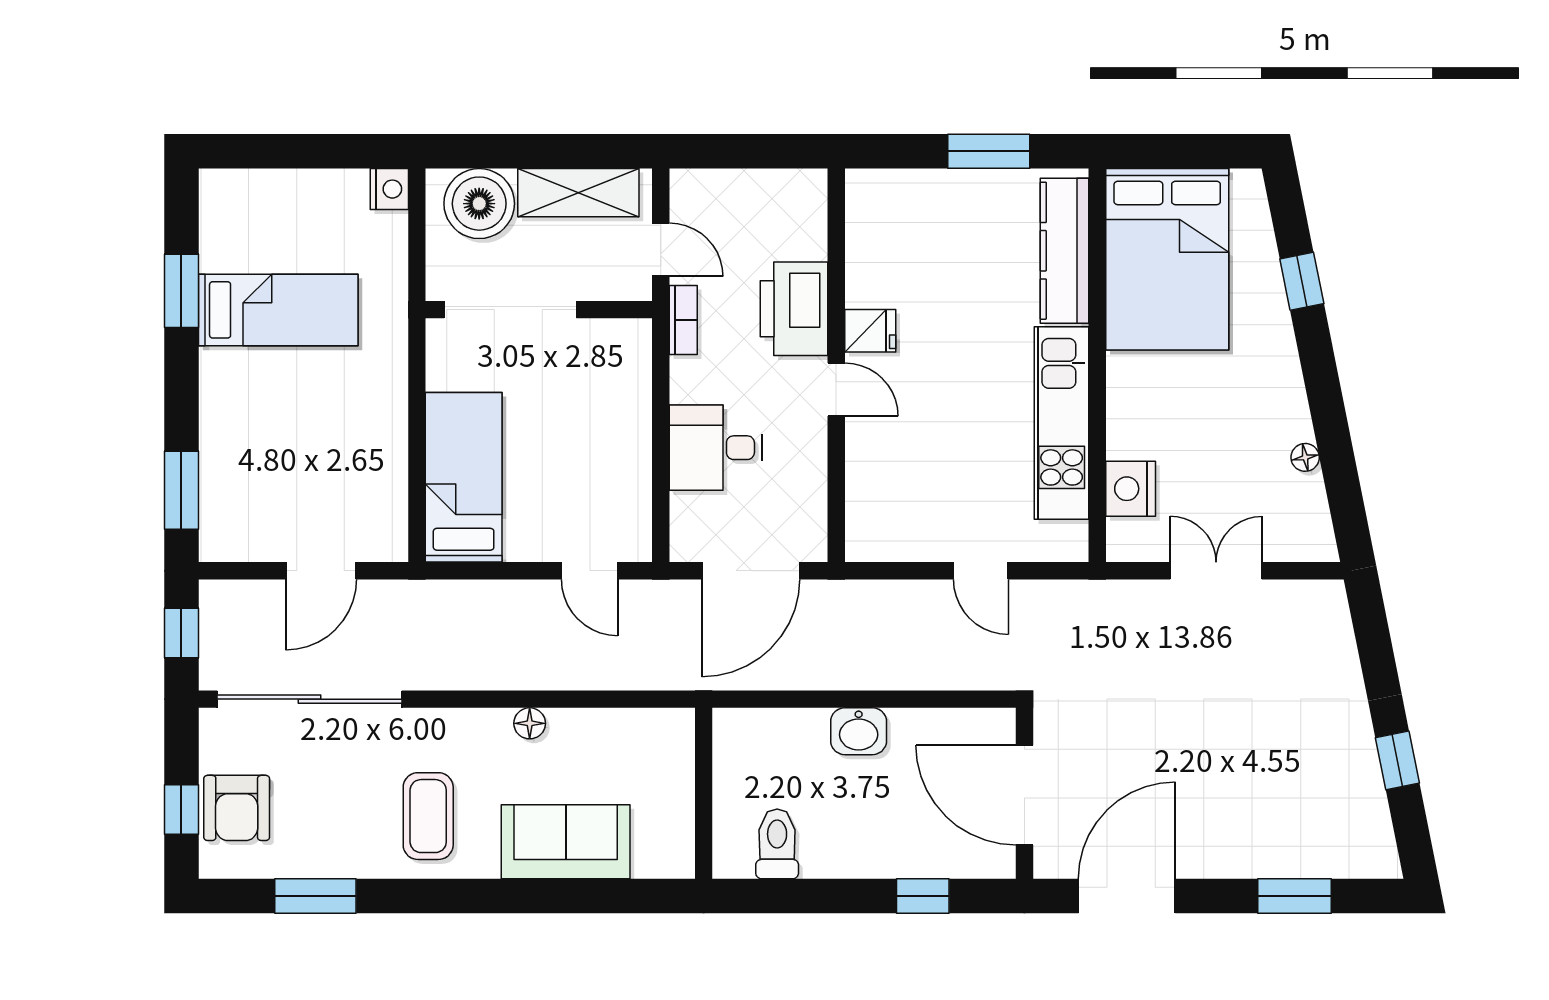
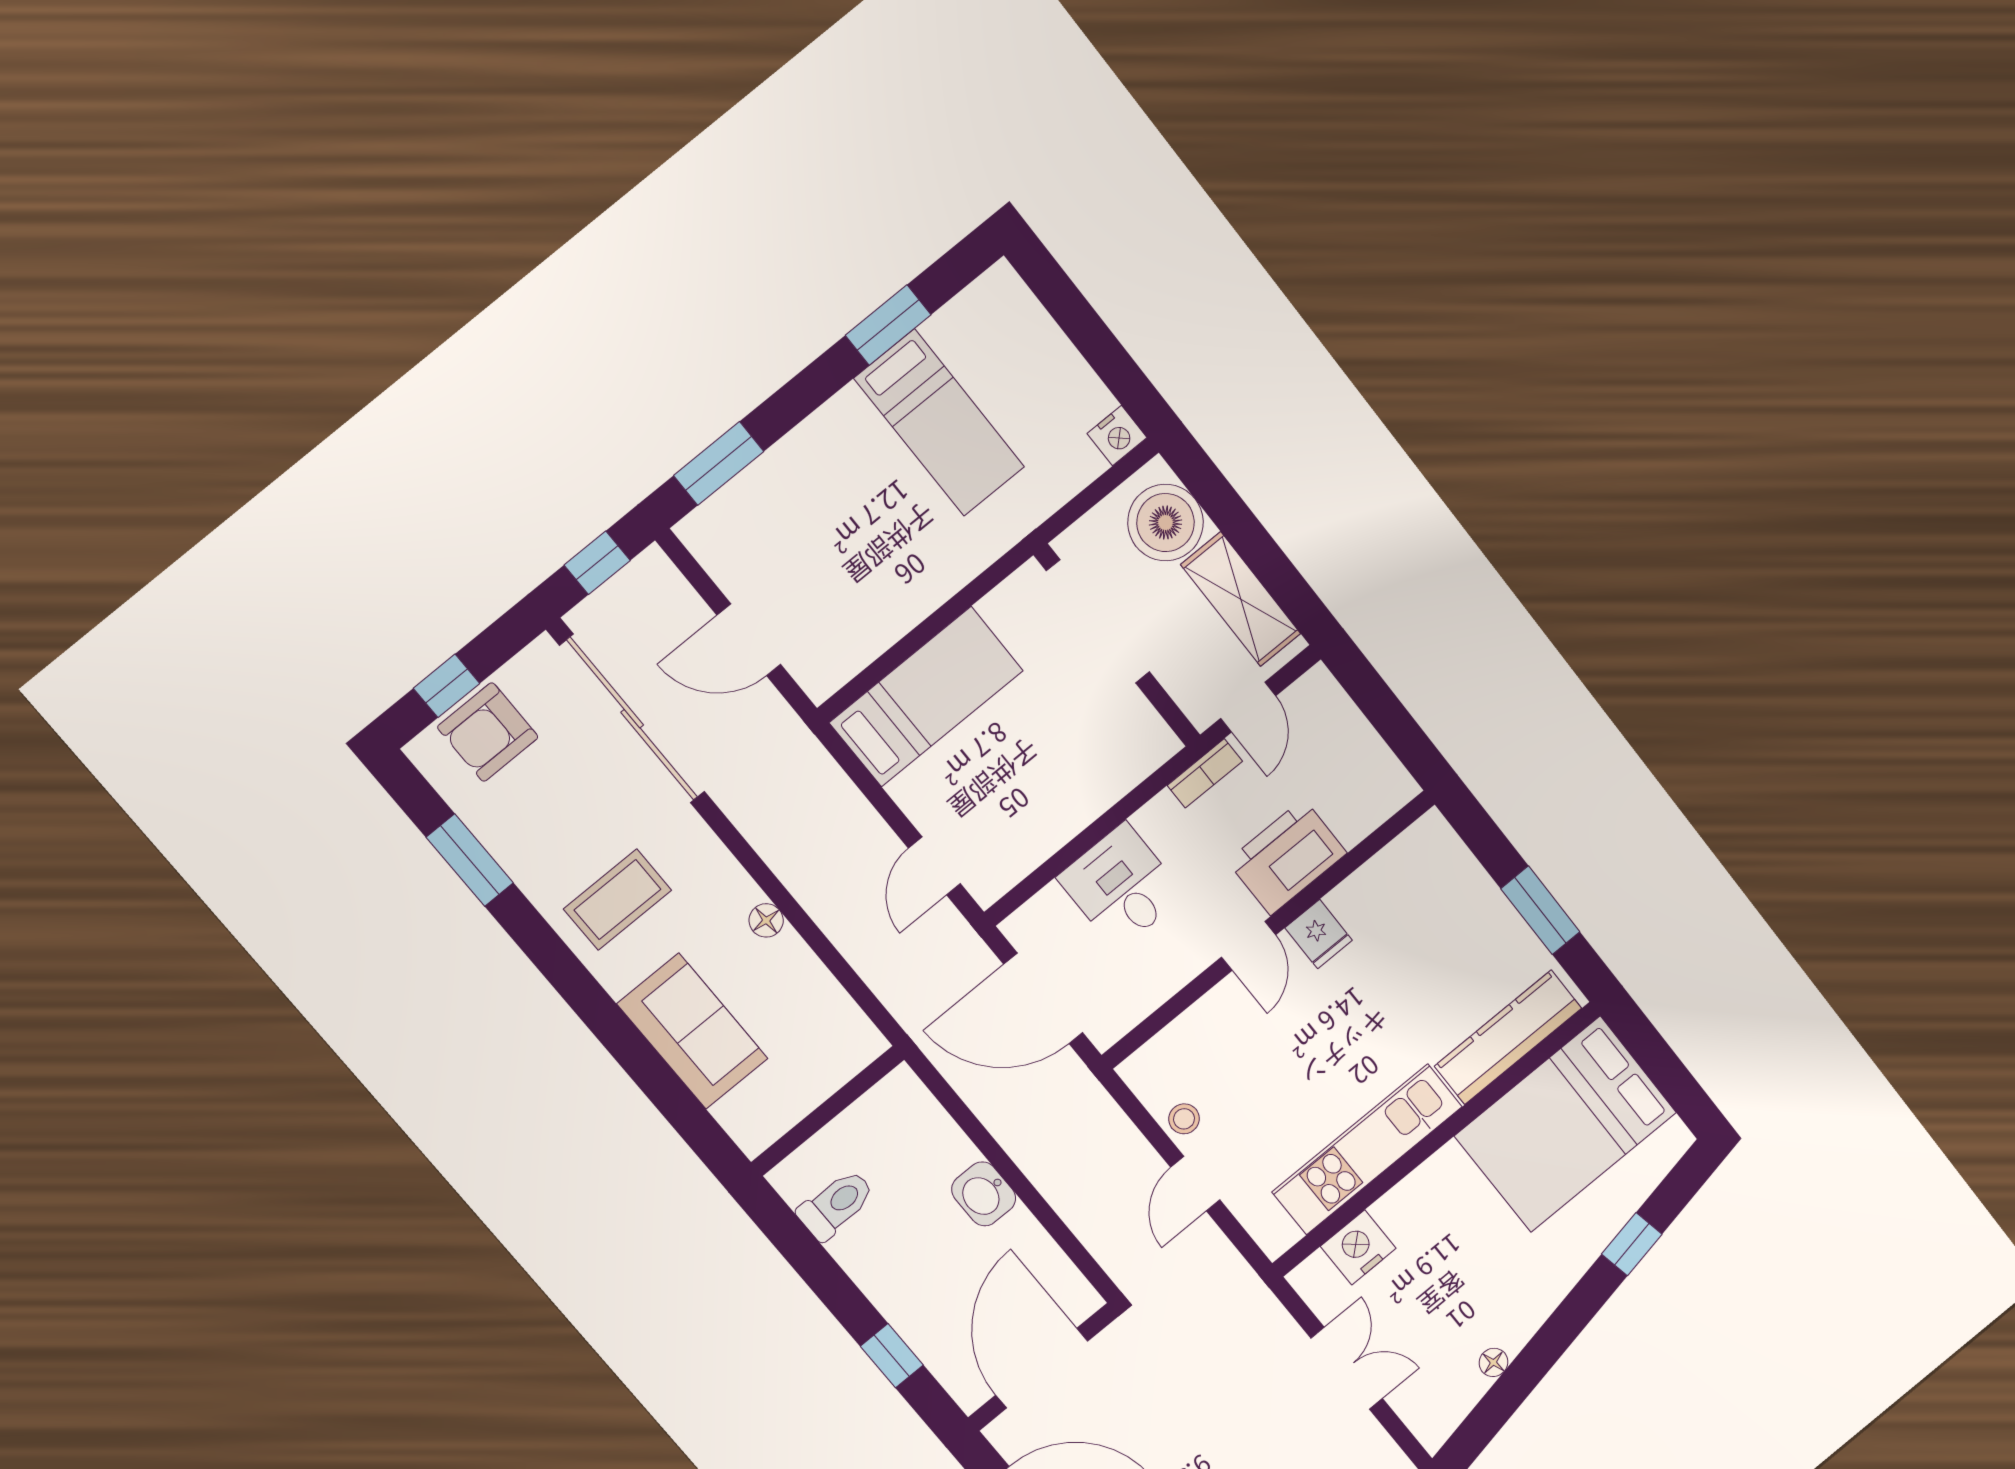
stool: (925, 540) -> (1184, 1119), added

